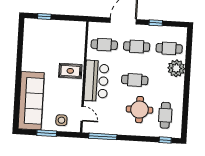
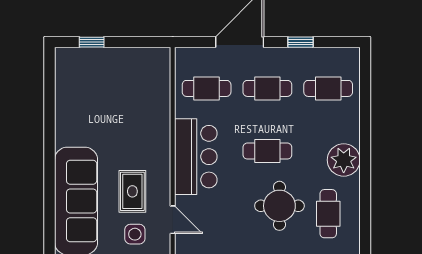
plant: (176, 68) -> (344, 160), moved
rug: (70, 71) -> (132, 191), moved, turned 90

